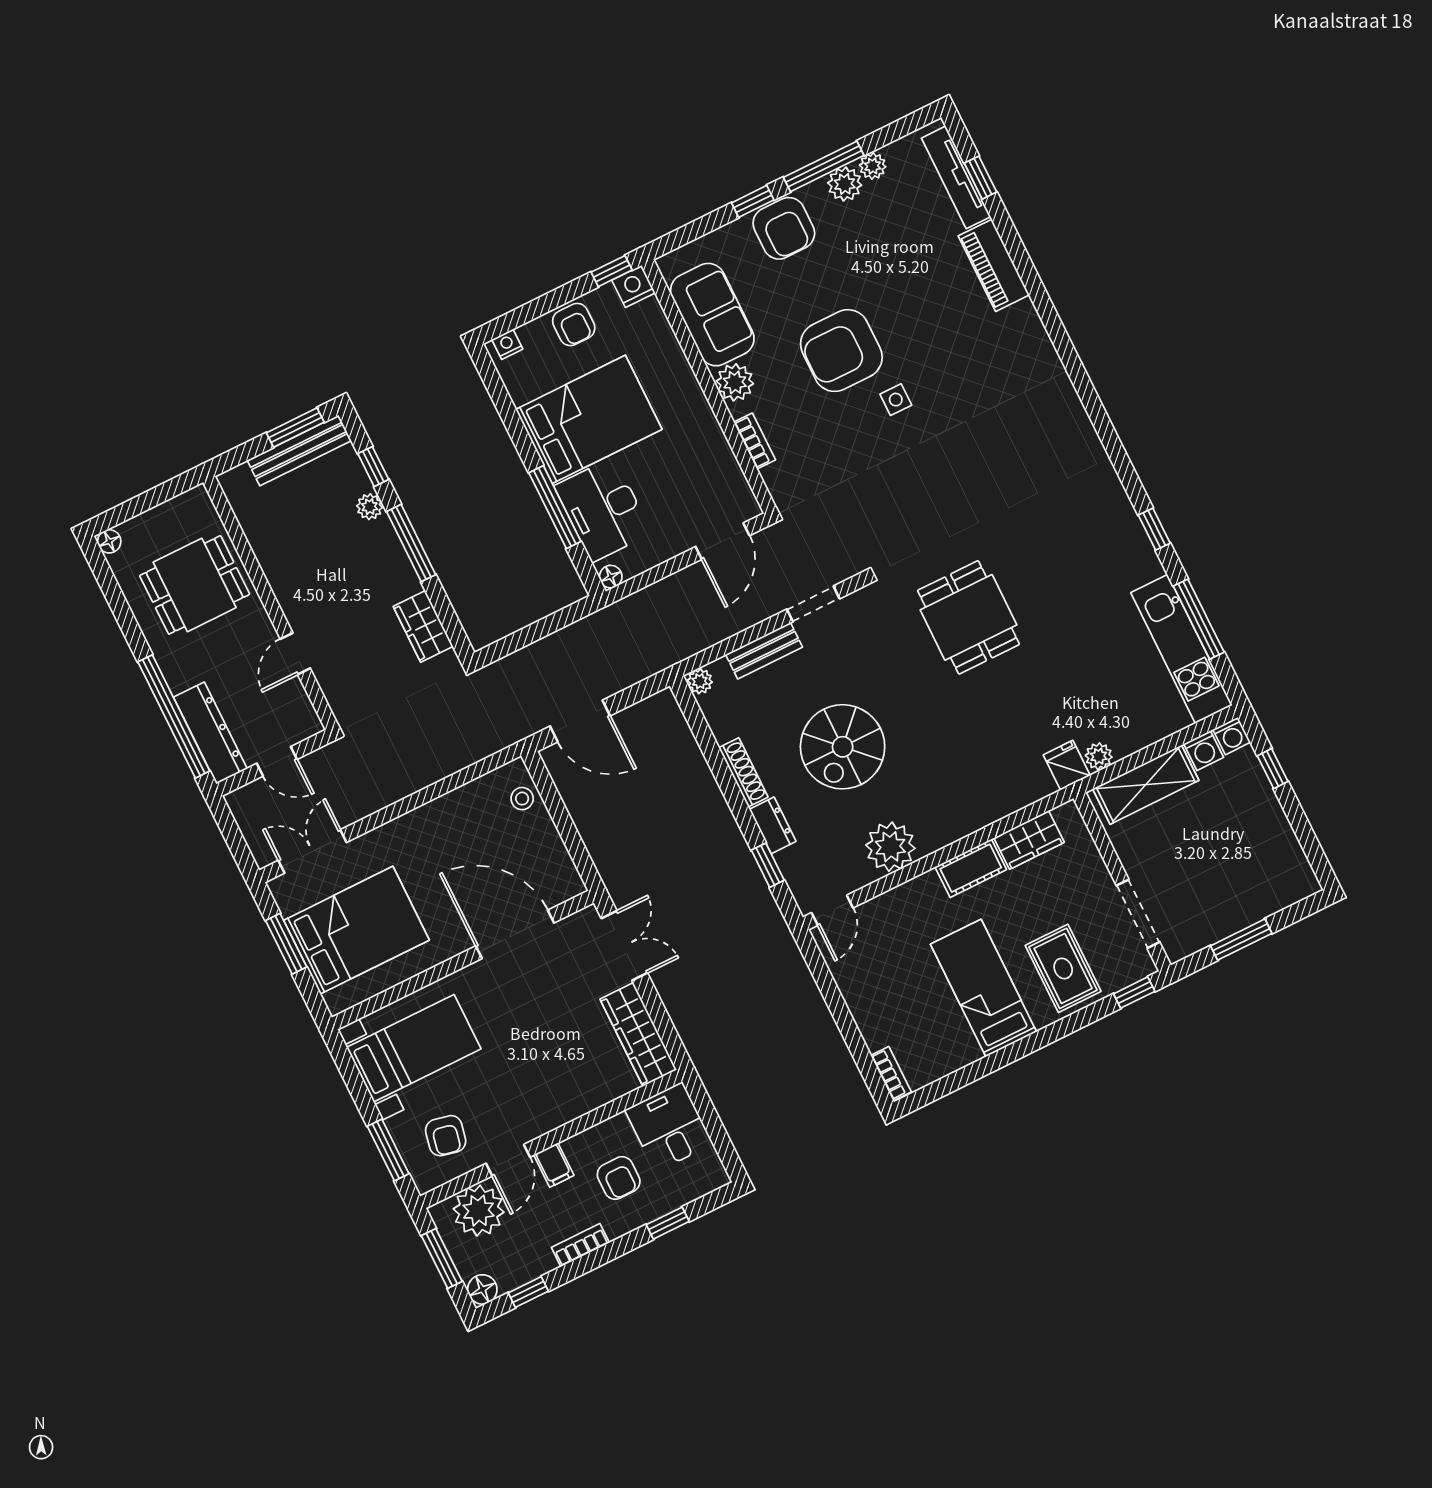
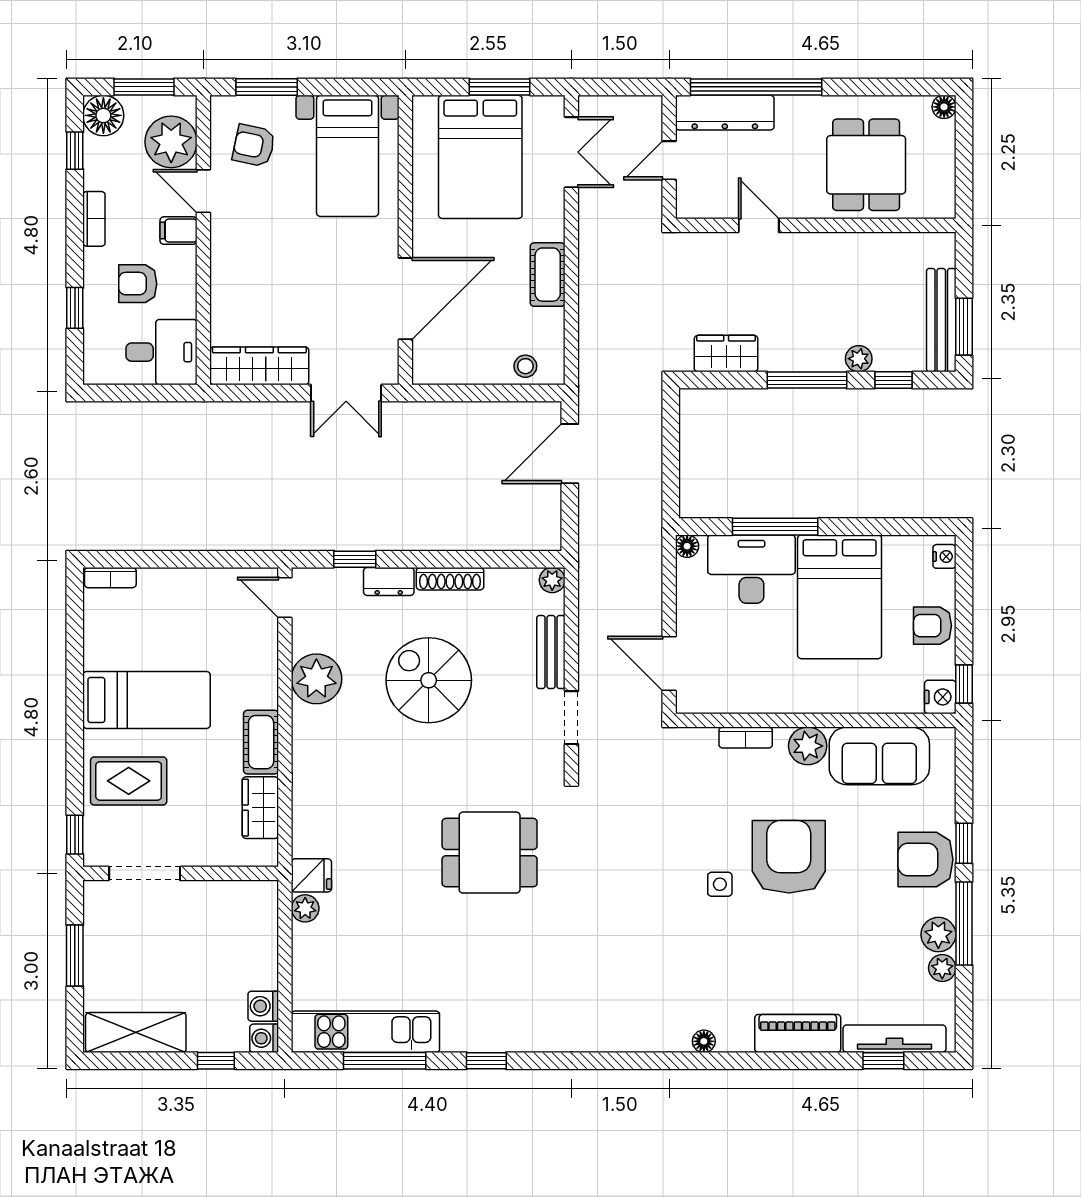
floor lamp: (1042, 345) -> (704, 1041), added
shelving: (1146, 785) -> (136, 1033), moved, turned 90
cot: (431, 819) -> (548, 275), added
floor lamp: (482, 1289) -> (103, 115), width x1.38, depth x1.38

